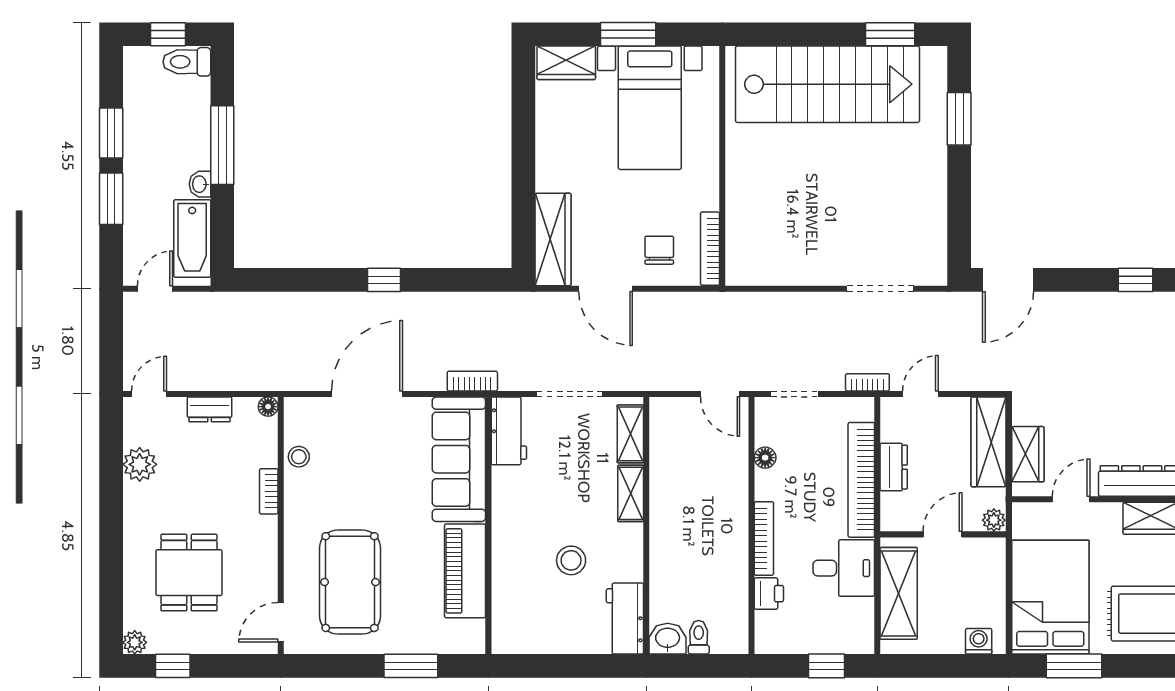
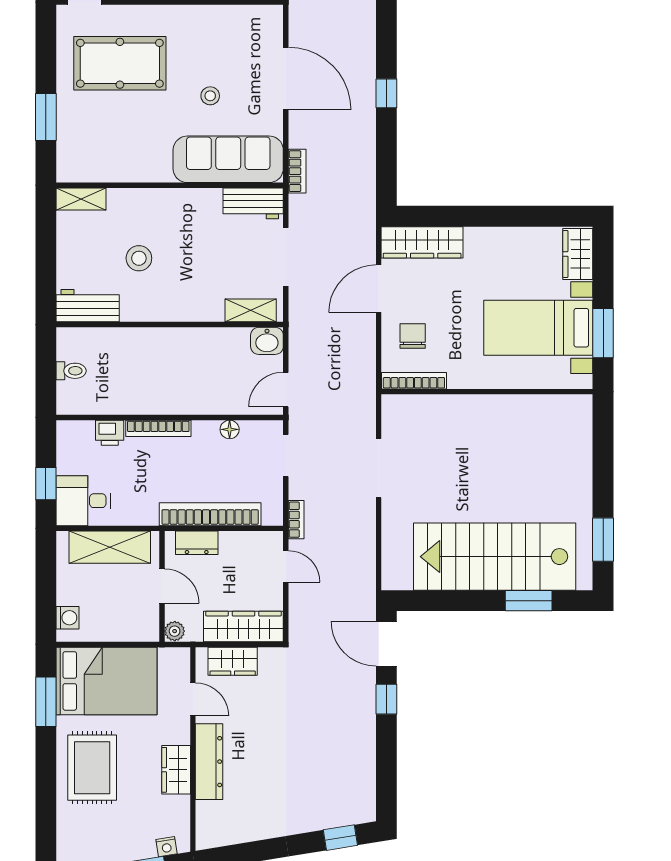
window: (628, 34) -> (603, 333), moved
stairs: (827, 84) -> (495, 557), moved, turned 90
chair: (659, 250) -> (413, 336), turned -90
window: (1135, 280) -> (386, 699), moved
doorway: (880, 289) -> (379, 468), moved
stool: (299, 457) -> (210, 96), moved
dresser: (894, 467) -> (197, 543), moved
shelving: (631, 493) -> (81, 199), moved
desk: (844, 568) -> (83, 501), moved, turned 90
piano: (465, 571) -> (130, 165), removed
washbasin: (668, 639) -> (267, 341), moved, turned 90

